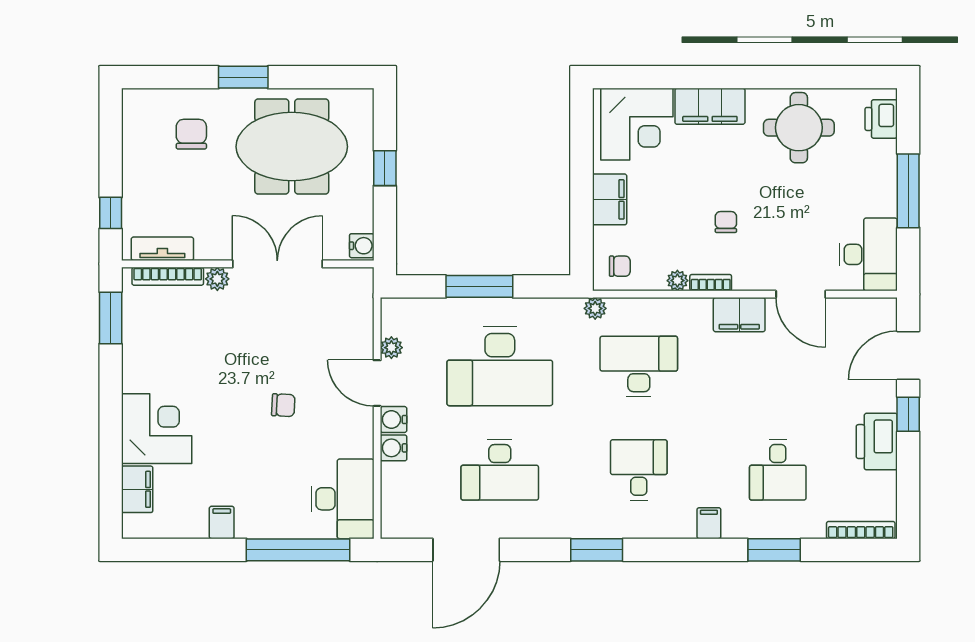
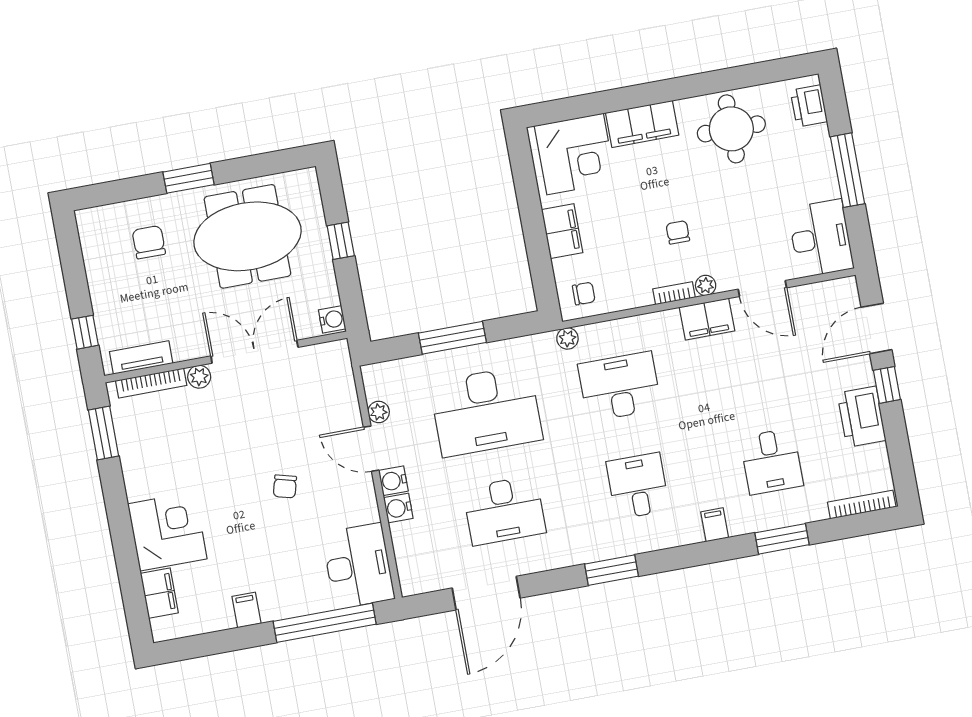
plant: (677, 281) -> (706, 285), moved
chair: (283, 405) -> (285, 486), turned 102

